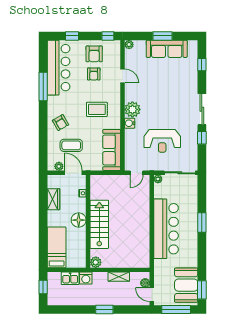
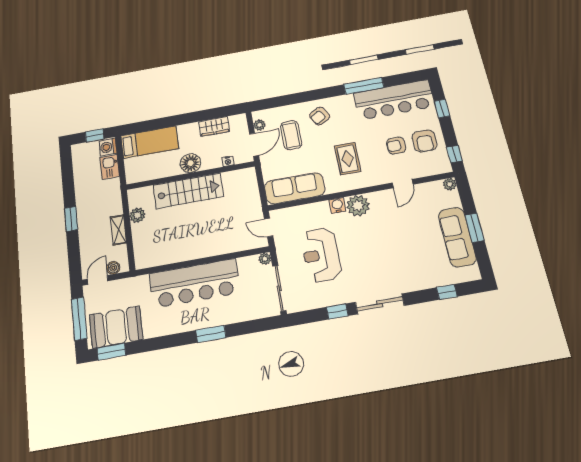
armchair: (94, 54) -> (424, 141), turned -90
plant: (96, 262) -> (137, 215), moved
washing machine: (86, 278) -> (108, 147), moved

